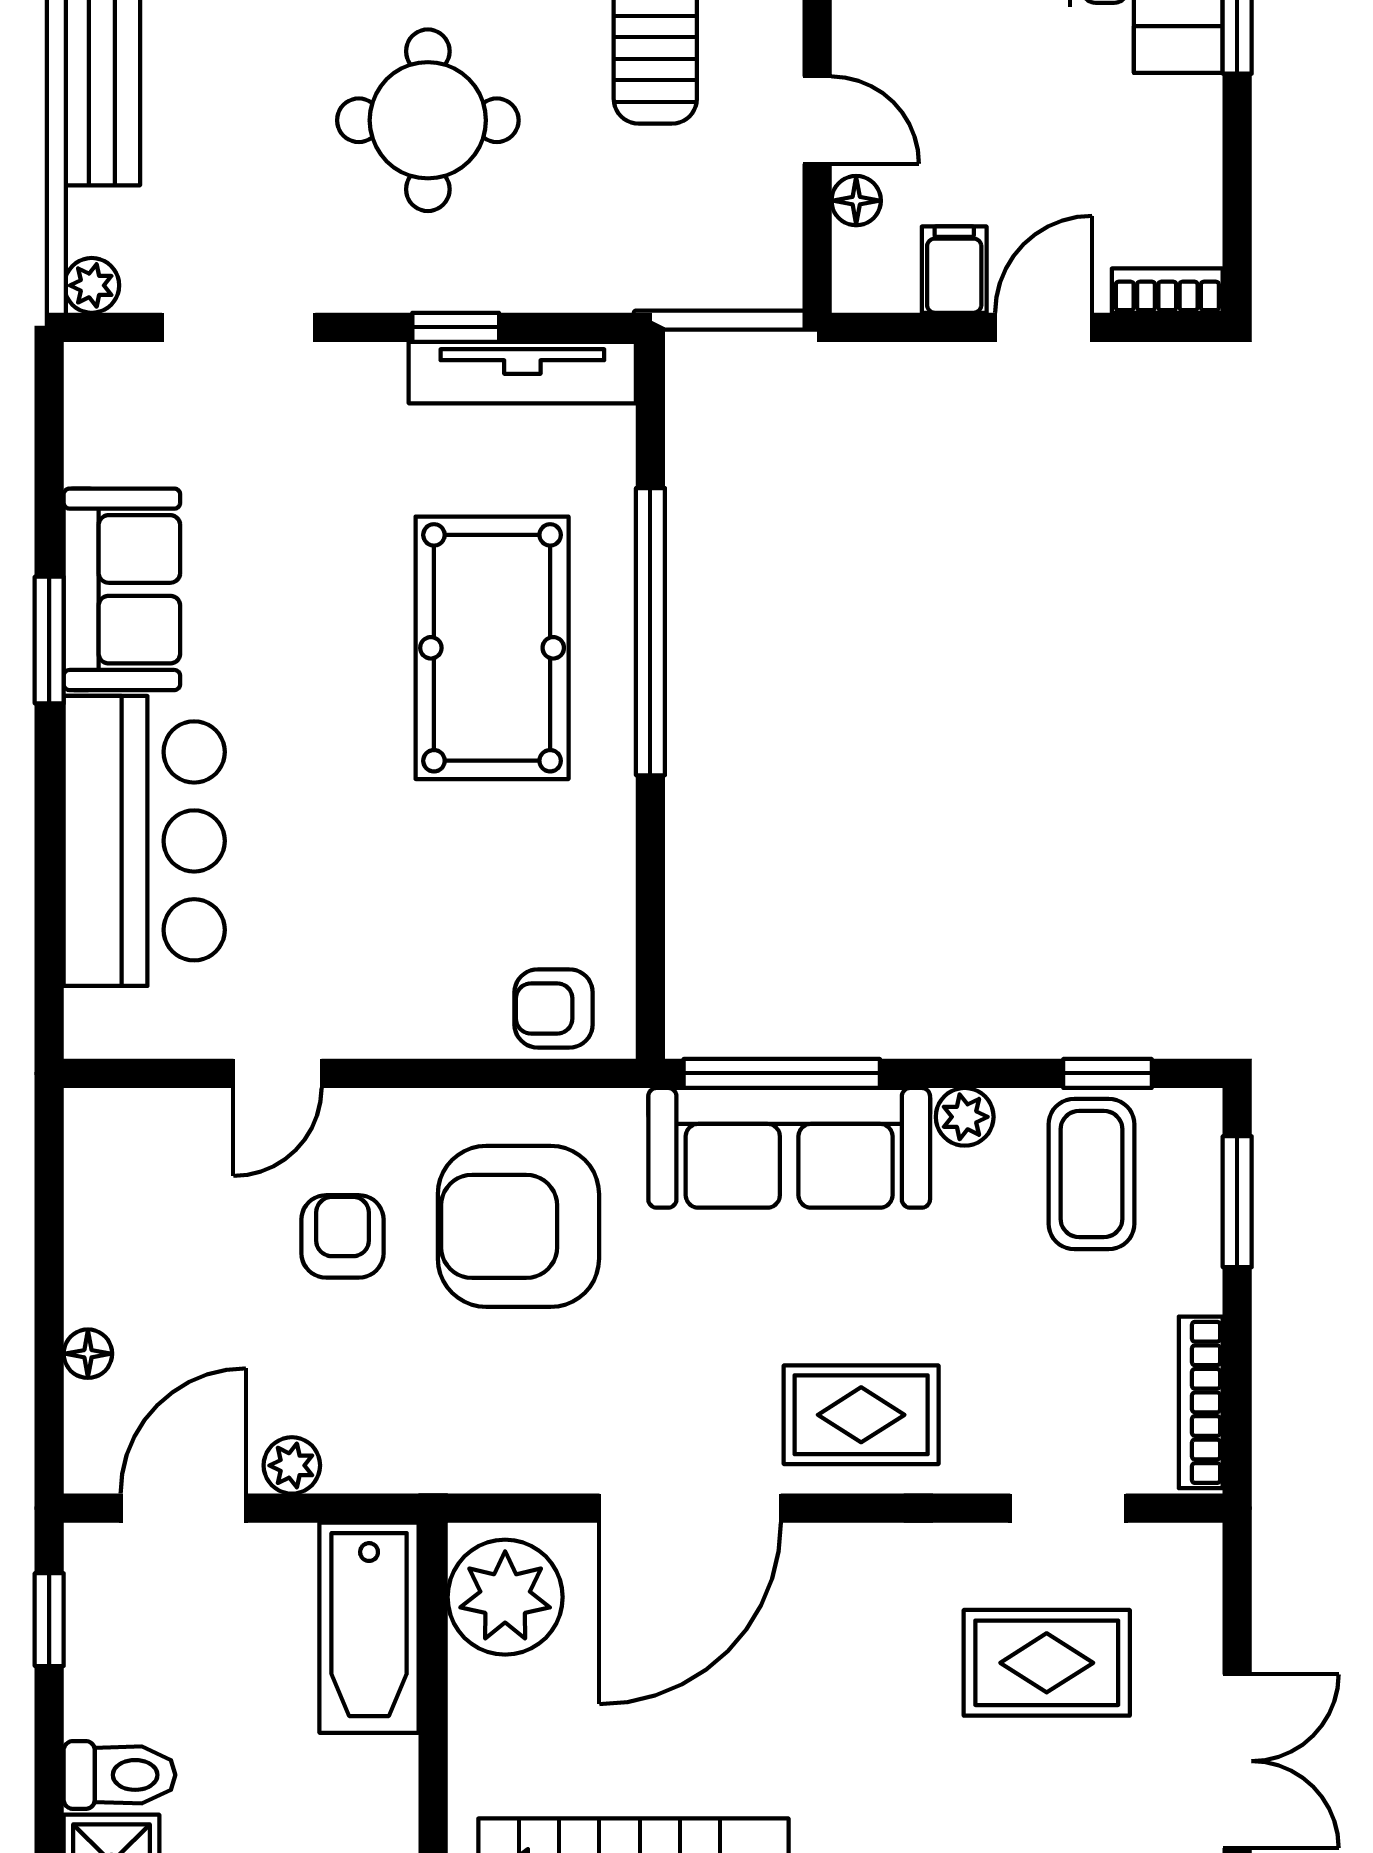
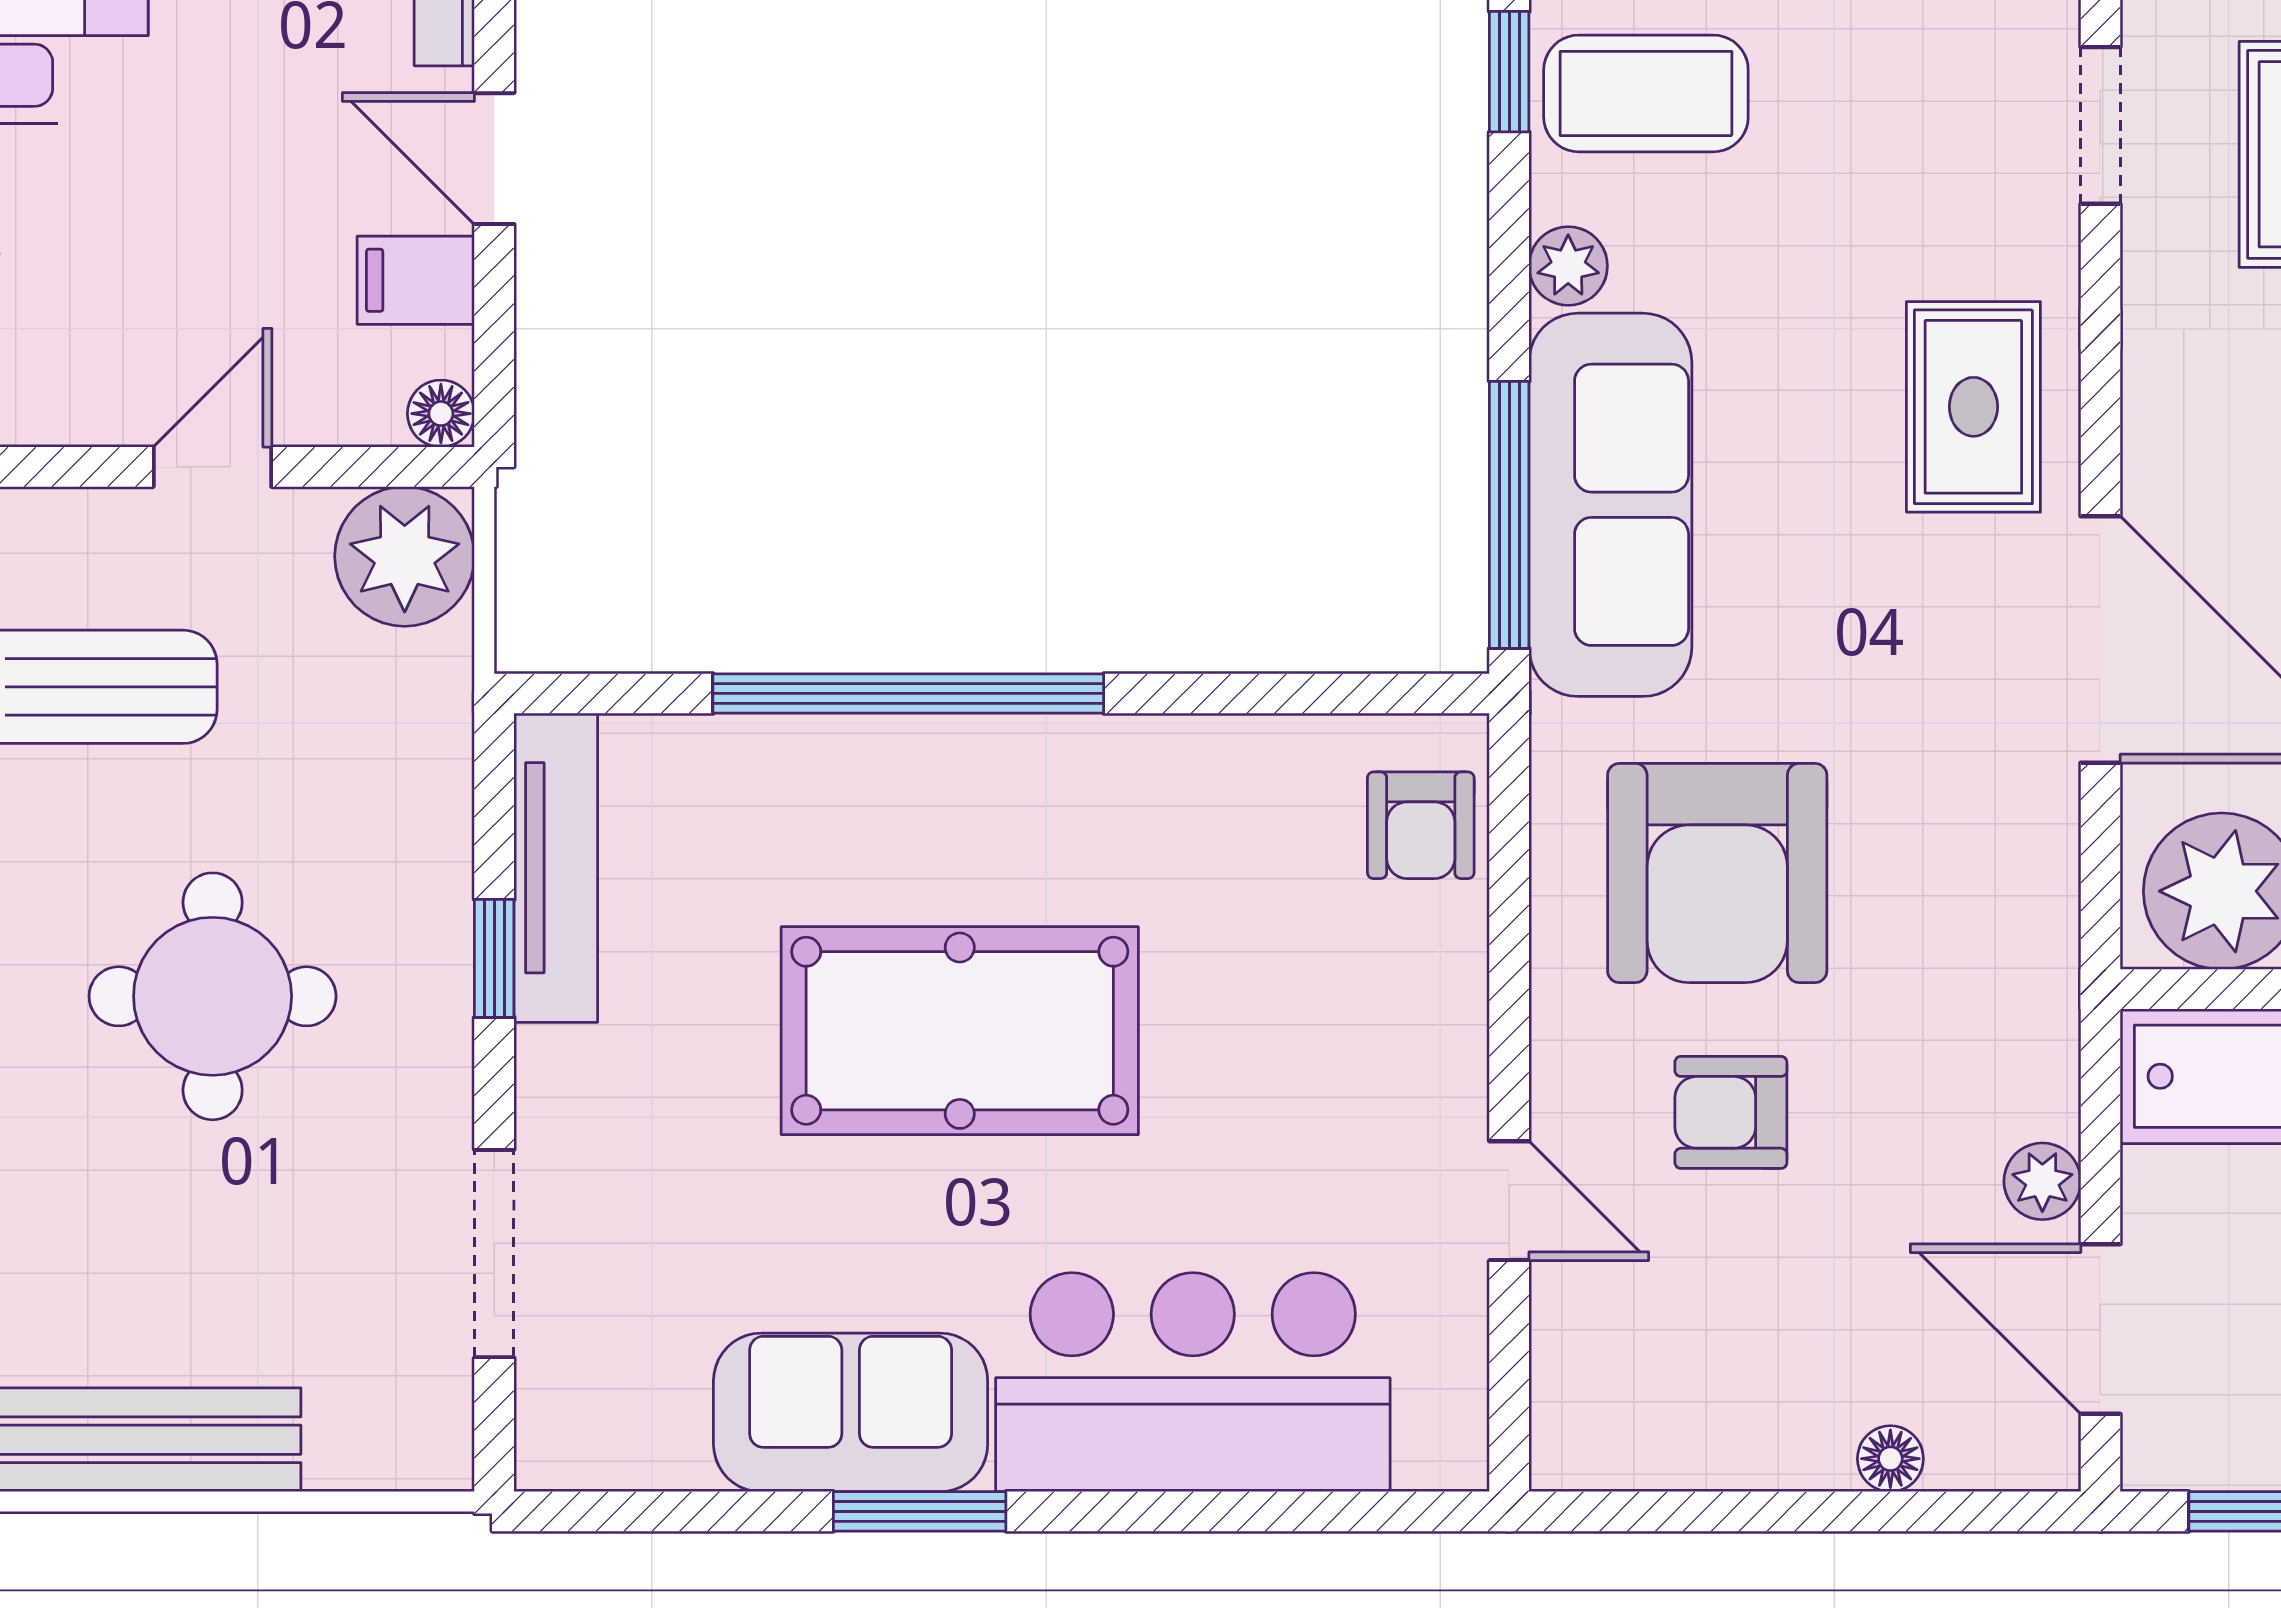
floor lamp: (856, 201) -> (441, 414), moved
plant: (92, 285) -> (405, 556), moved, width x1.88, depth x1.88
pool table: (492, 648) -> (960, 1031), moved

